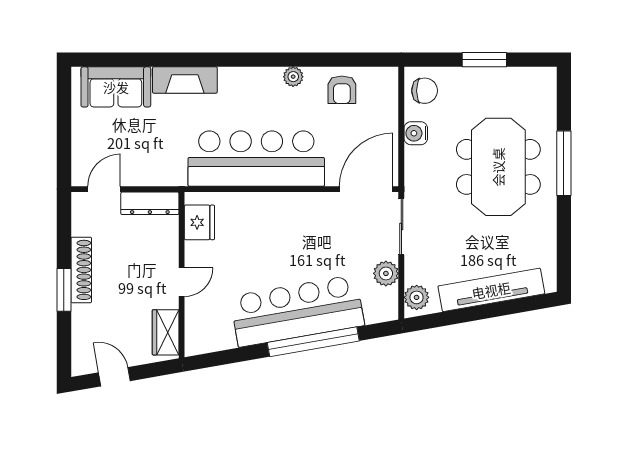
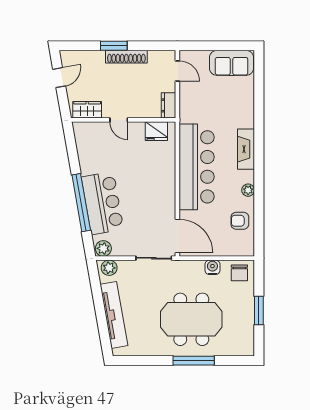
fireplace: (185, 80) -> (246, 149), moved
sofa: (116, 87) -> (232, 63), moved, turned -90
dresser: (150, 203) -> (168, 105), width x0.70
plant: (386, 273) -> (103, 248), moved
bar counter: (297, 311) -> (102, 203), width x0.73

